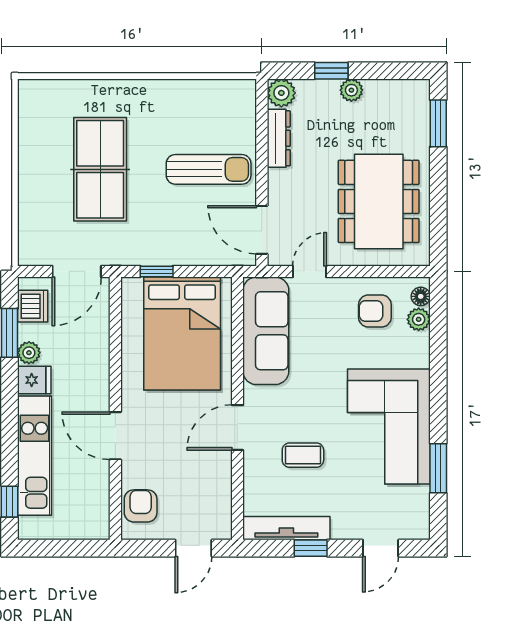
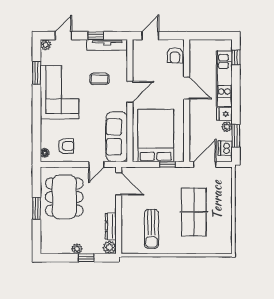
window: (438, 123) -> (37, 208), moved
sun lounger: (209, 169) -> (151, 229), moved, turned -90
plant: (419, 319) -> (46, 45), moved

